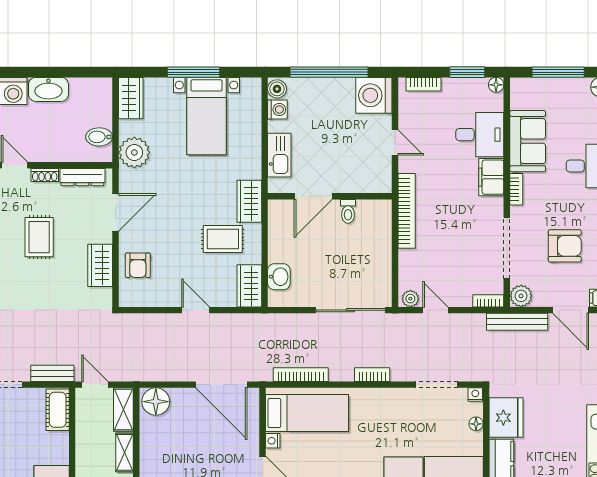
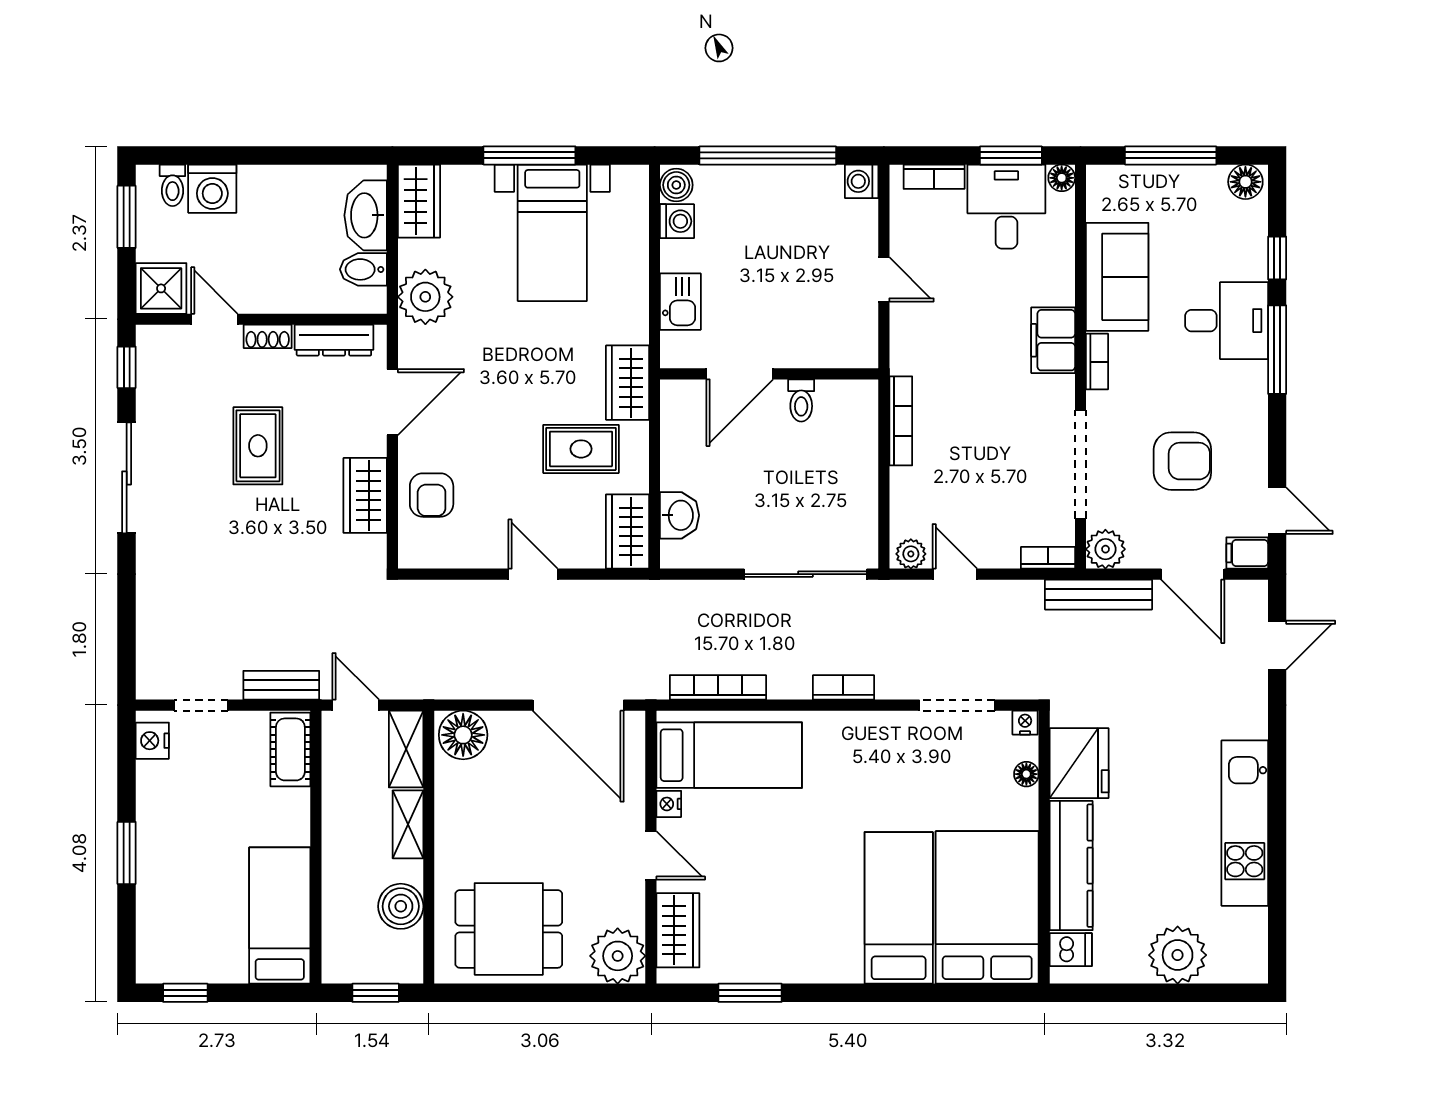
washbasin: (48, 89) -> (366, 215), moved, turned 90
washing machine: (374, 95) -> (862, 181), width x0.53, depth x0.53
desk: (480, 135) -> (1006, 207), moved, turned -90
kitchen sink: (279, 155) -> (680, 302), width x0.73
bookcase: (407, 211) -> (901, 421), width x0.68, depth x0.76

